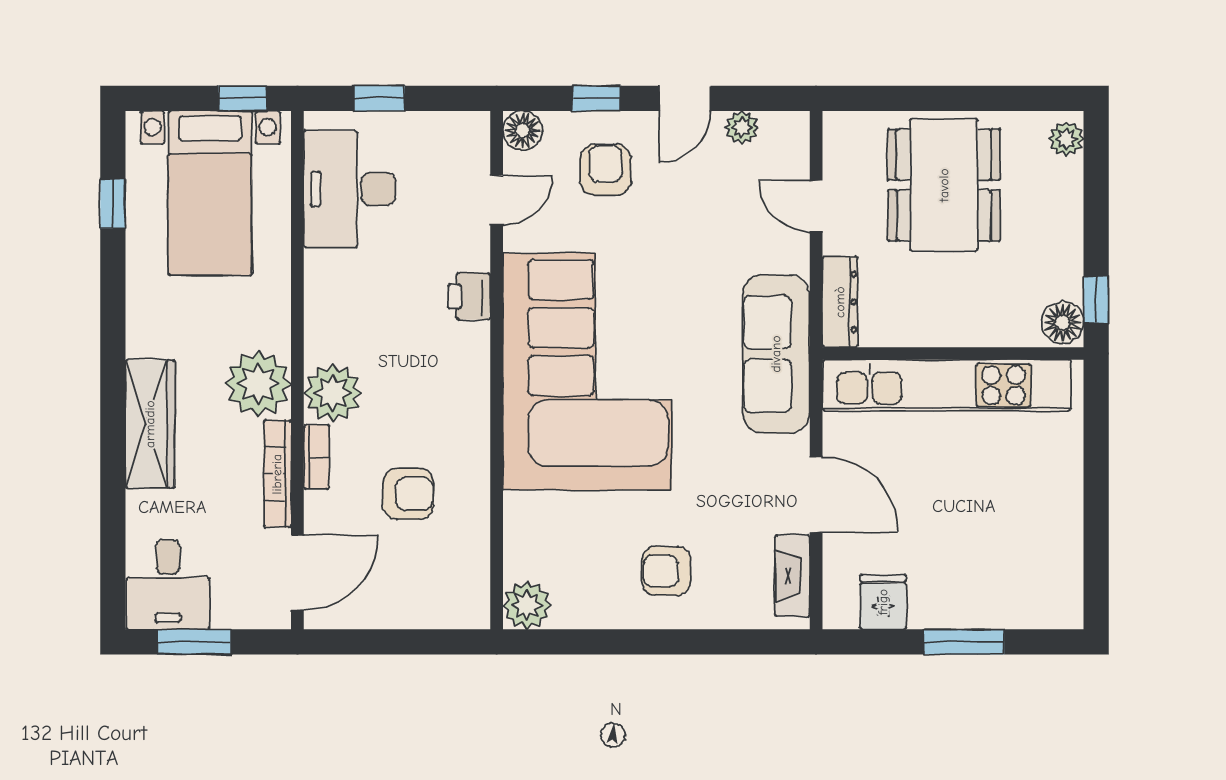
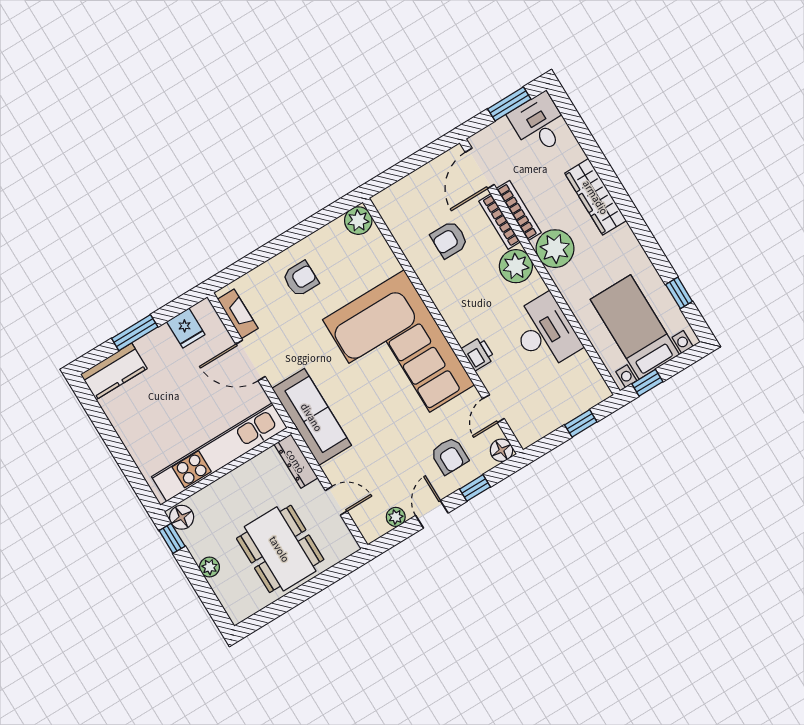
plant: (1066, 139) -> (209, 567), moved
desk: (350, 189) -> (545, 332), moved
bookcase: (316, 457) -> (500, 221), width x1.56
kitchen counter: (1031, 603) -> (114, 371), added

